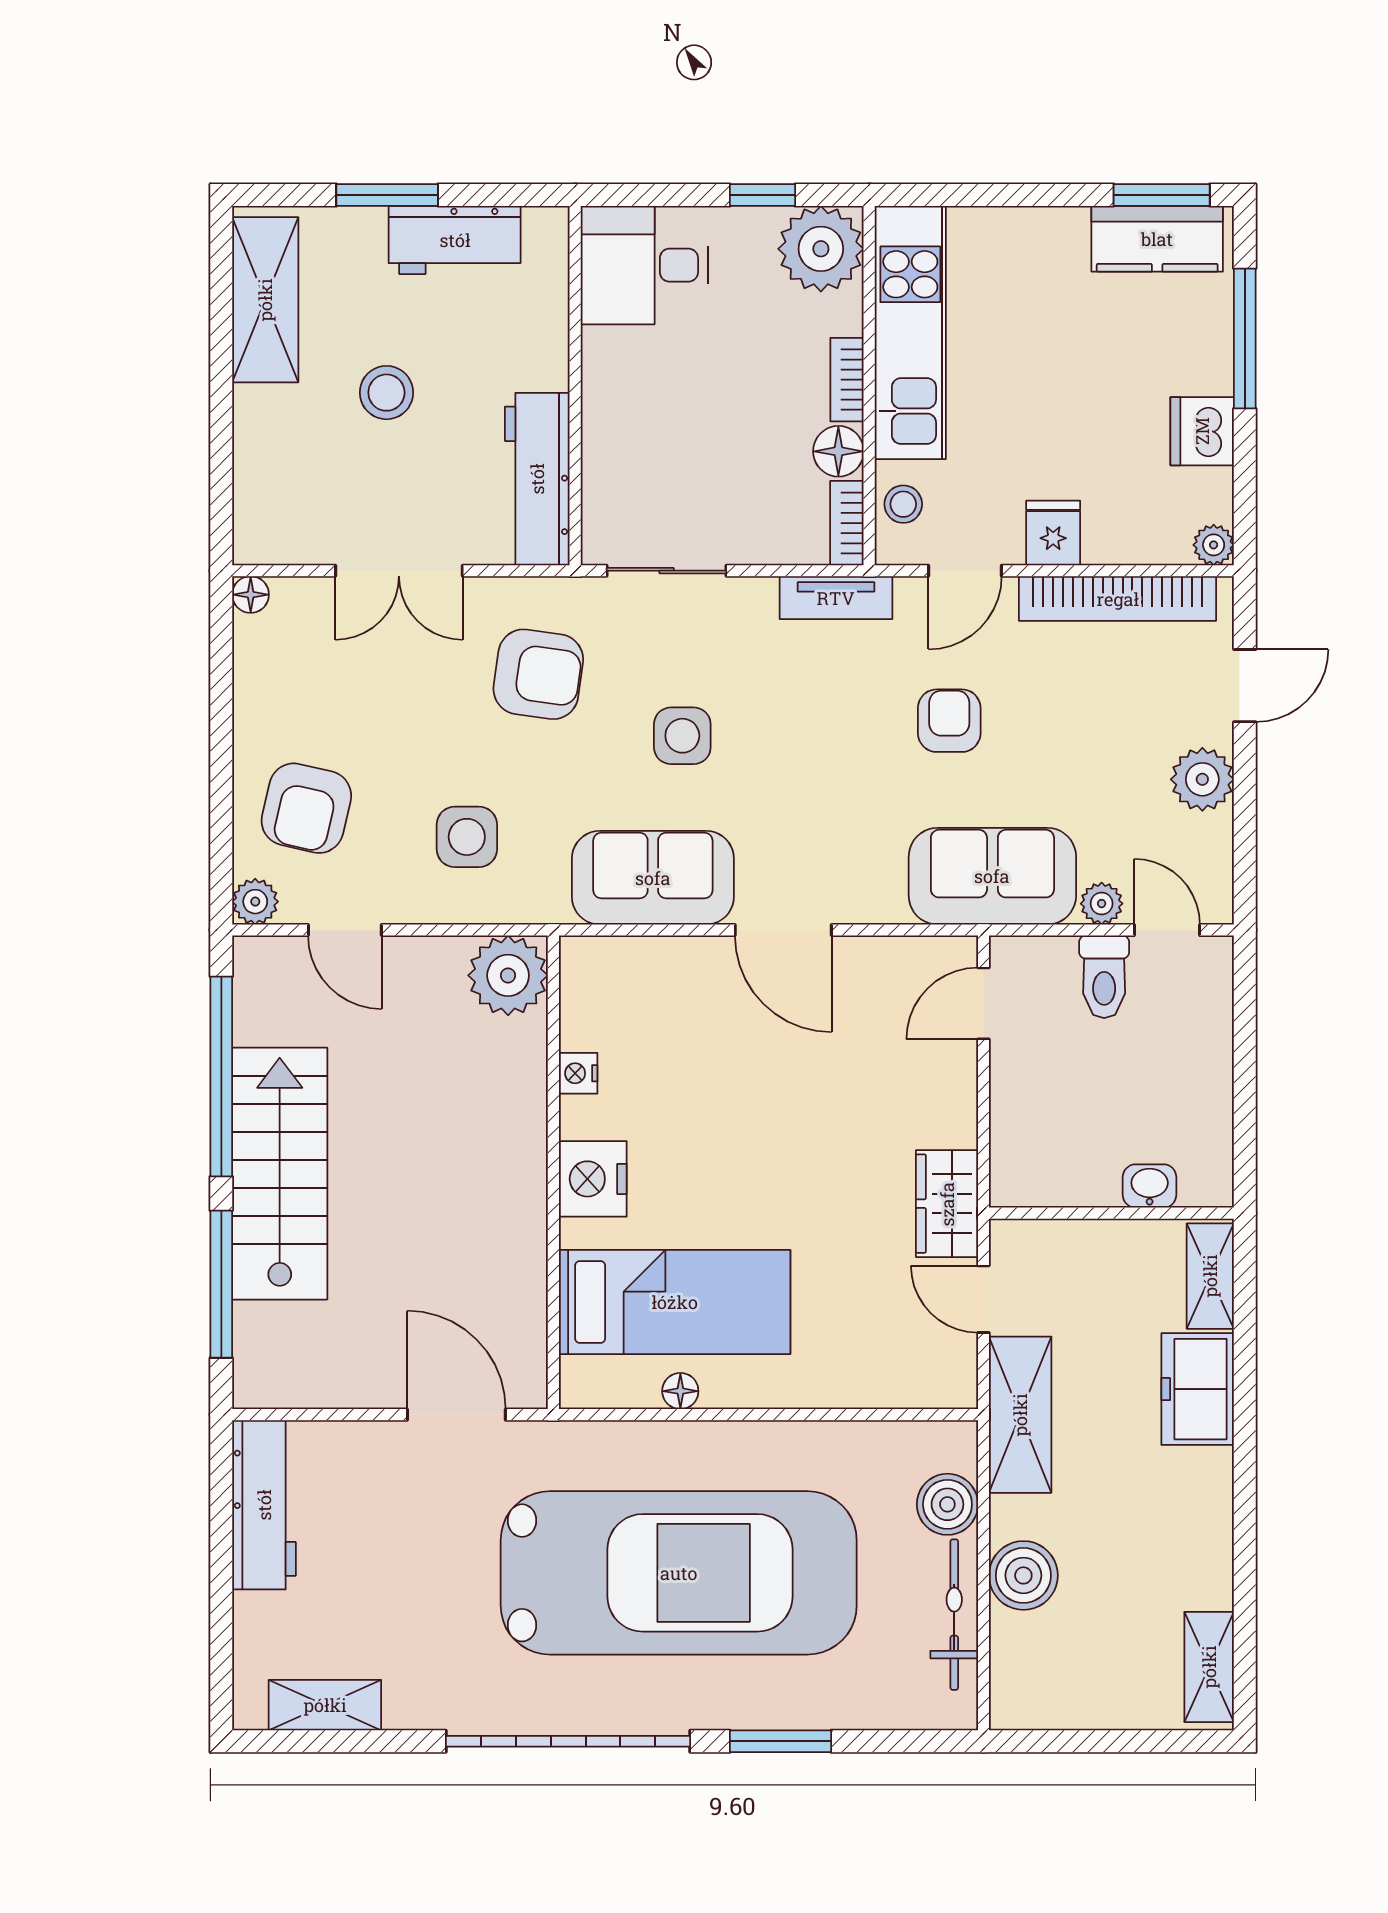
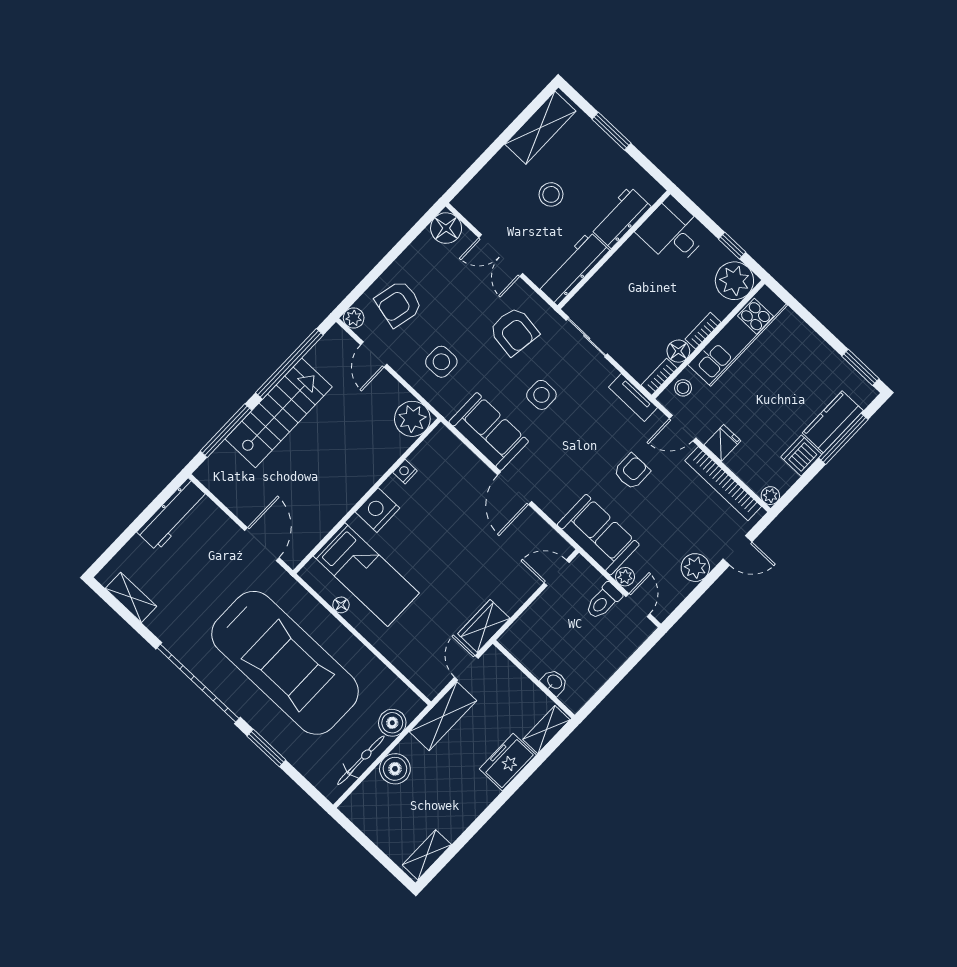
kitchen counter: (1157, 239) -> (833, 422), moved, turned 90
workbench: (455, 240) -> (620, 217), moved, turned 90
floor lamp: (251, 595) -> (446, 228), width x1.89, depth x1.89

